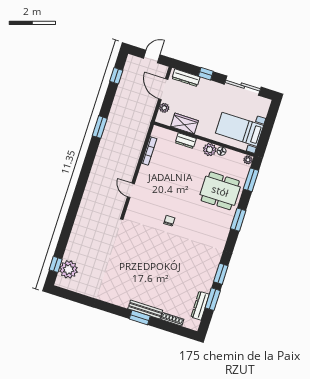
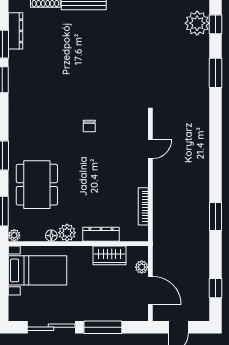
window: (206, 74) -> (103, 327), width x2.17
dresser: (186, 78) -> (126, 314), removed
dresser: (186, 141) -> (101, 234), width x1.44
door: (131, 190) -> (150, 149), hinge flipped
dining table: (220, 191) -> (37, 185), turned 90
window: (67, 230) -> (216, 73), added

